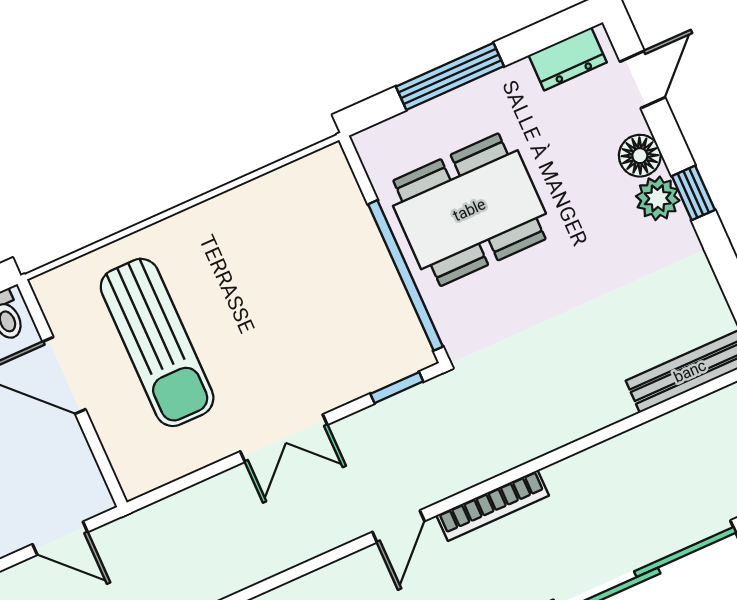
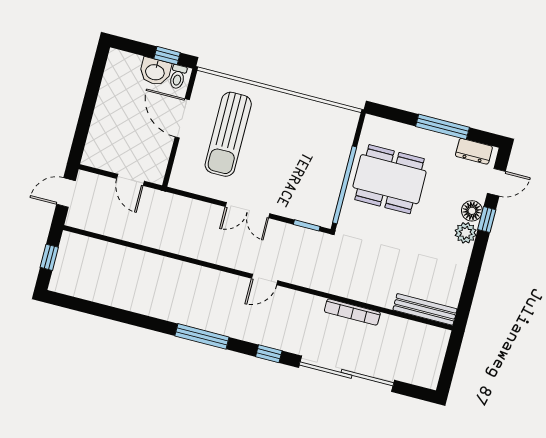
window: (450, 76) -> (442, 127), moved
window: (693, 193) -> (487, 220), moved
bookcase: (493, 505) -> (352, 312), moved

